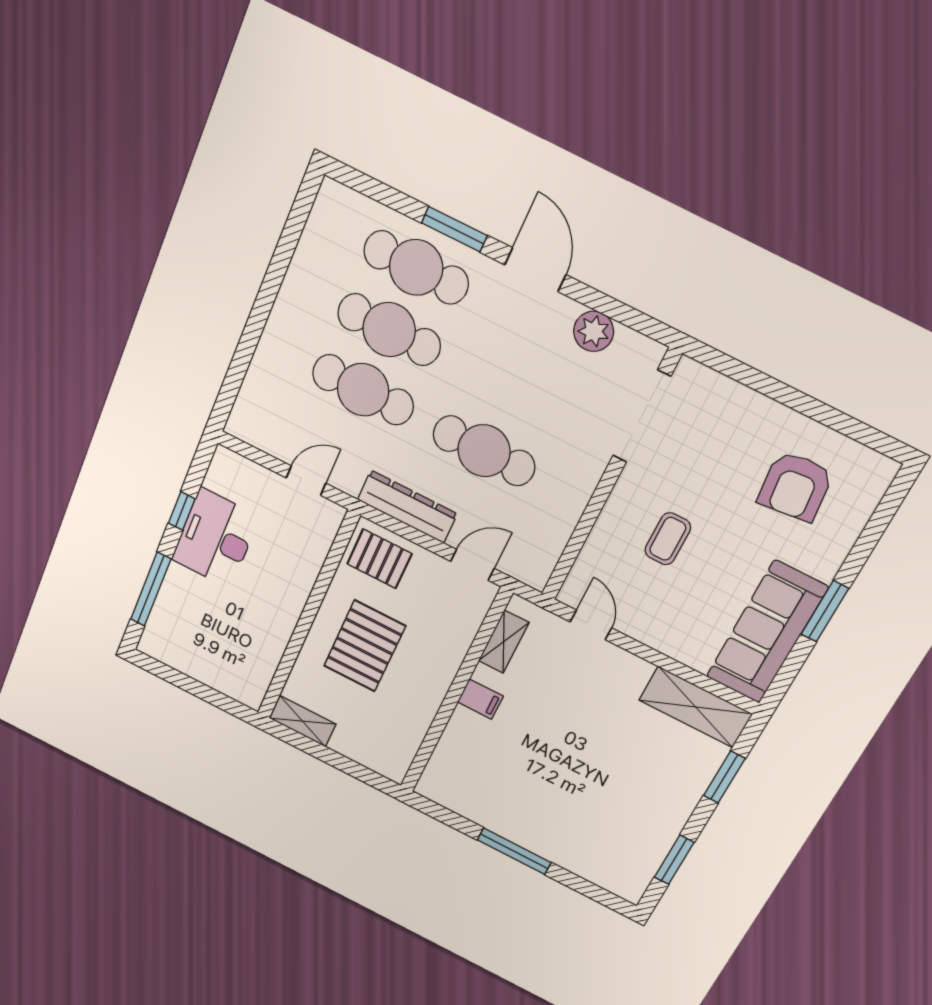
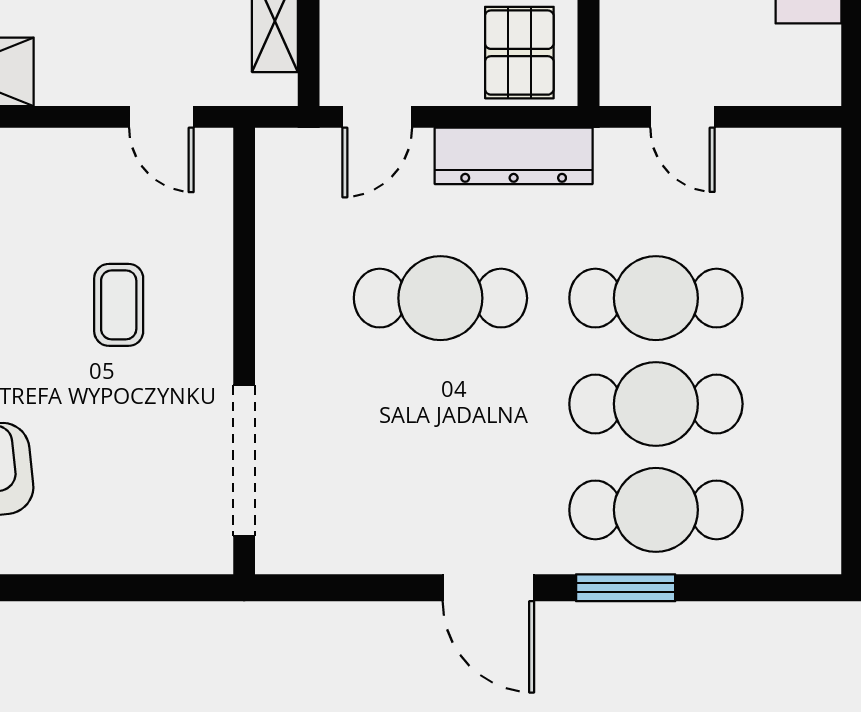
plant: (594, 331) -> (368, 544), removed
door: (306, 481) -> (682, 117), hinge flipped
pallet: (379, 559) -> (519, 53), turned 90

